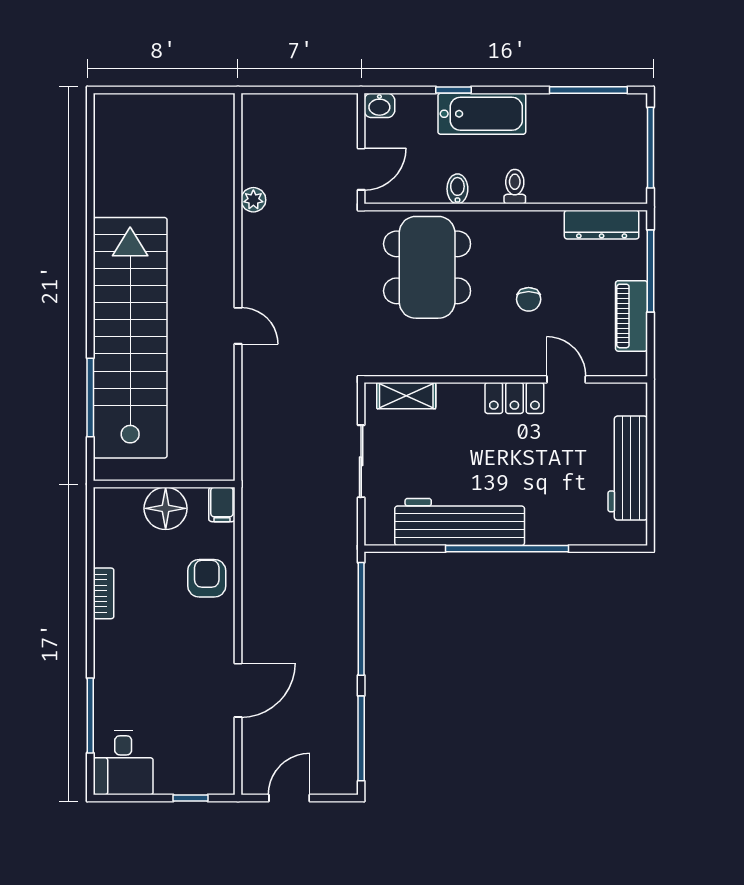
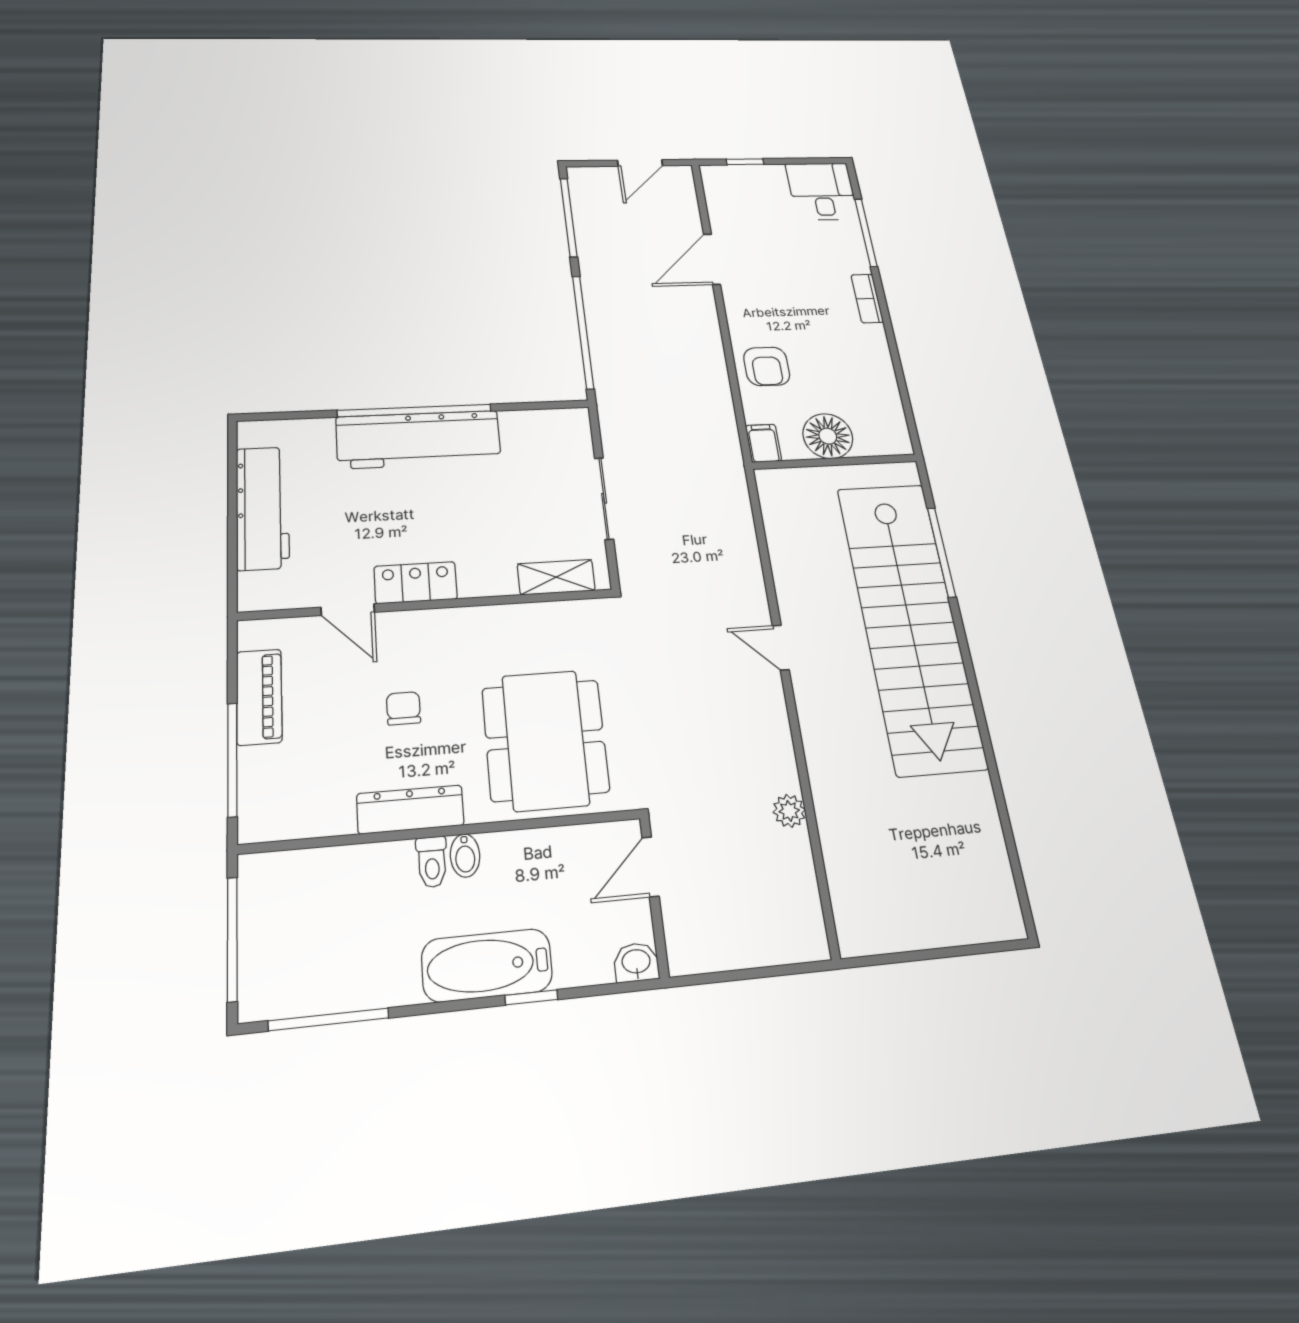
bidet: (457, 189) -> (465, 856), moved
dresser: (602, 225) -> (410, 809), moved
workbench: (460, 522) -> (419, 439), moved
bookcase: (104, 593) -> (867, 298), moved

